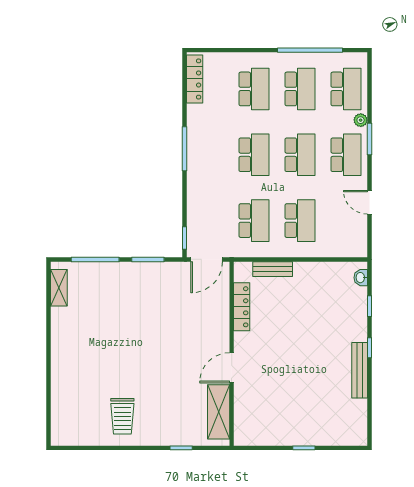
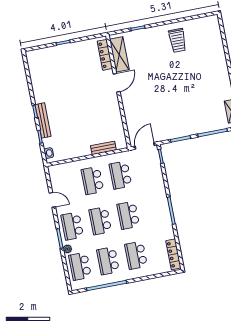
locker: (242, 307) -> (105, 55), moved
bench: (360, 370) -> (43, 120), moved
trolley: (122, 416) -> (177, 40), turned 180

